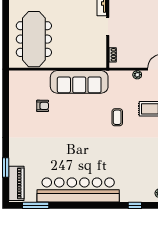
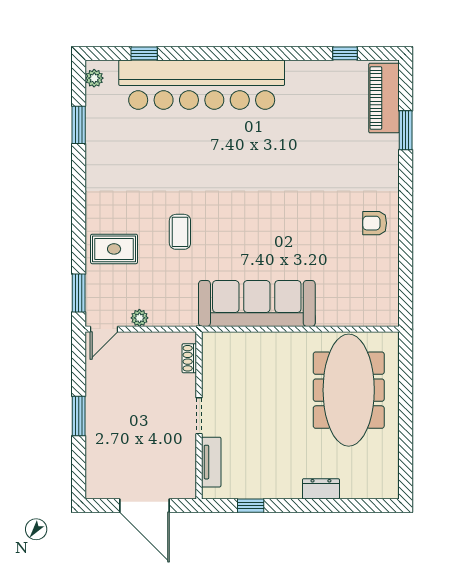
armchair: (43, 106) -> (375, 223), moved
bar counter: (78, 190) -> (202, 85), moved
window: (36, 205) -> (345, 53), width x0.46

